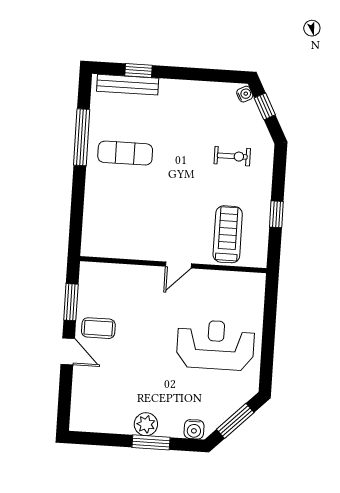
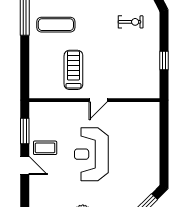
treadmill: (228, 234) -> (73, 70), moved
reception desk: (216, 345) -> (91, 154), moved, turned -90

